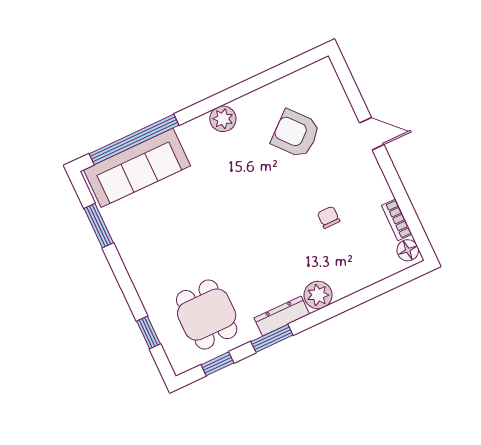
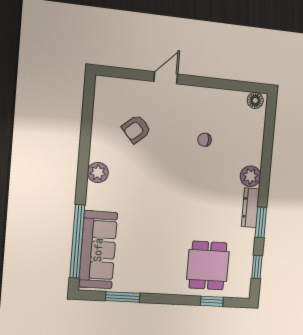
armchair: (296, 134) -> (136, 129), width x0.72, depth x0.72
bookcase: (397, 220) -> (232, 96), removed
dining table: (207, 315) -> (208, 265), moved, turned 90

